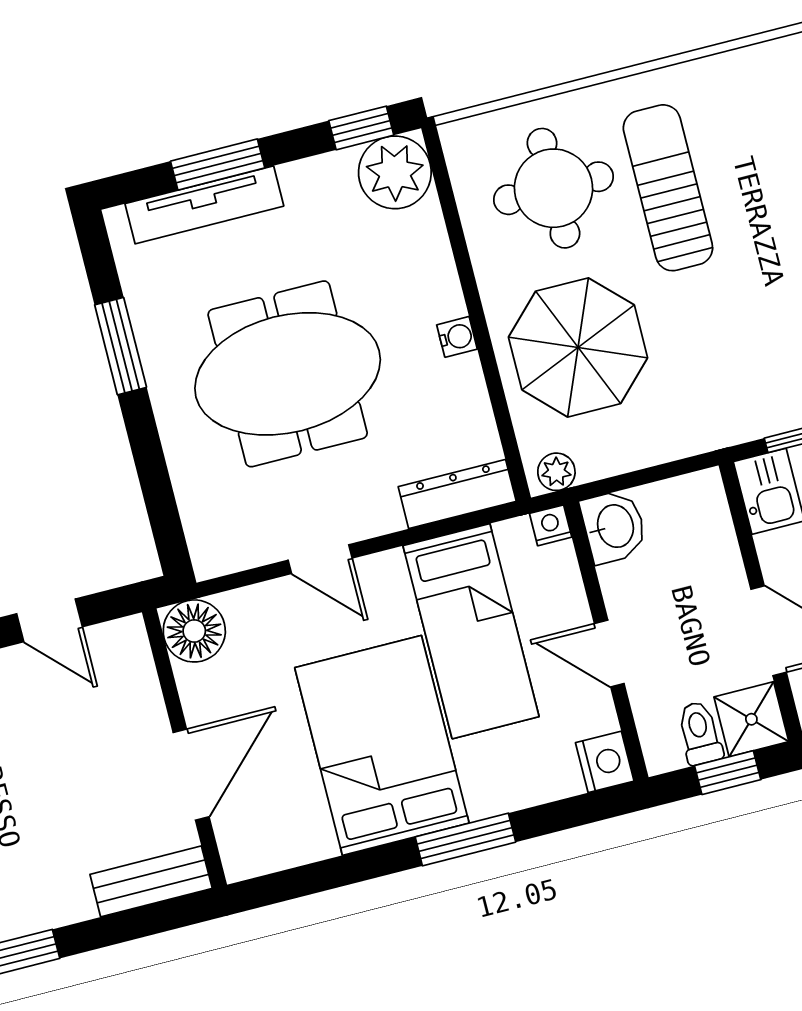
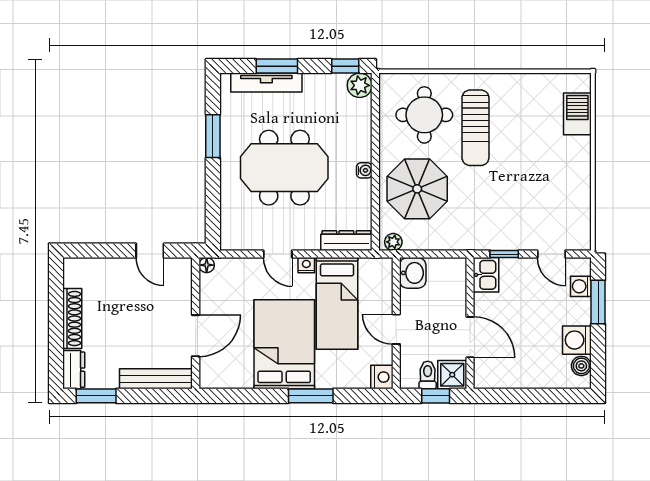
plant: (395, 172) -> (360, 85), width x0.73, depth x0.73
sun lounger: (668, 188) -> (475, 128), turned 180
nightstand: (551, 525) -> (306, 265), moved
floor lamp: (194, 631) -> (207, 265), width x0.53, depth x0.53
bench: (151, 881) -> (156, 379), width x1.36

